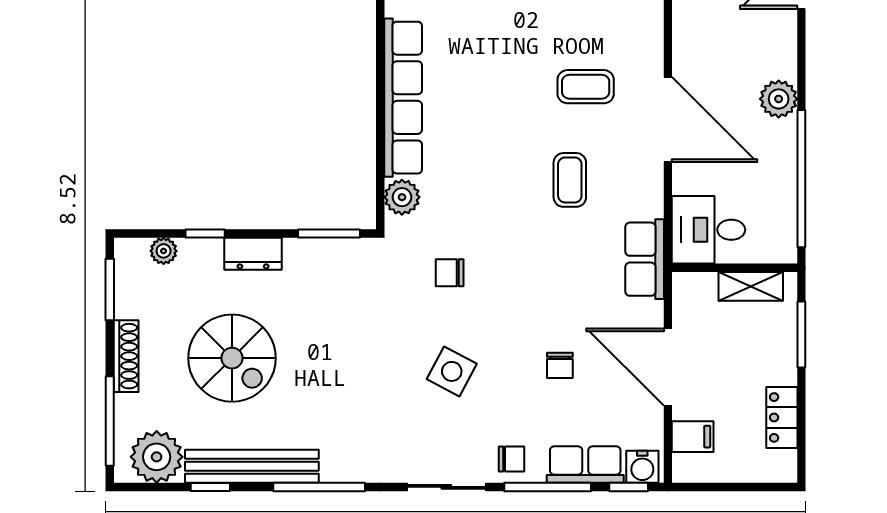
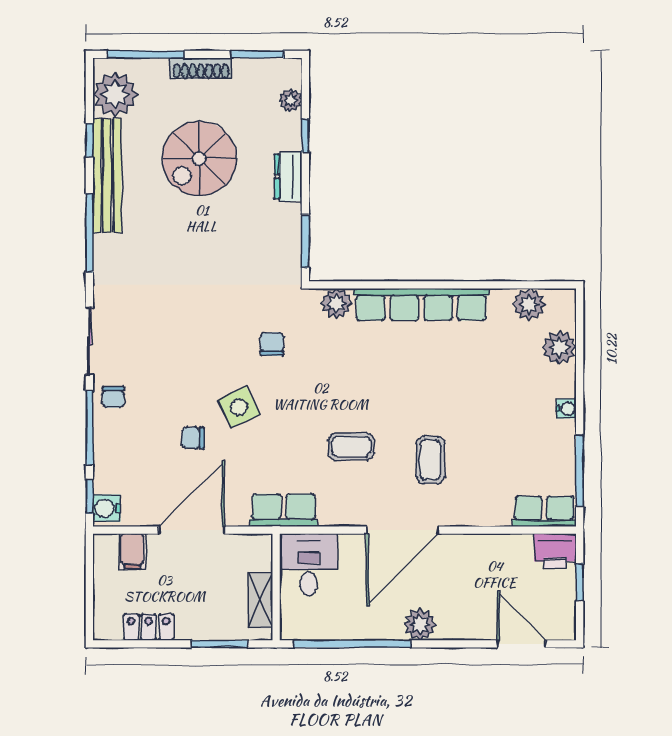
side table: (452, 371) -> (239, 407), moved, turned 36
row of seats: (585, 465) -> (109, 460), removed

